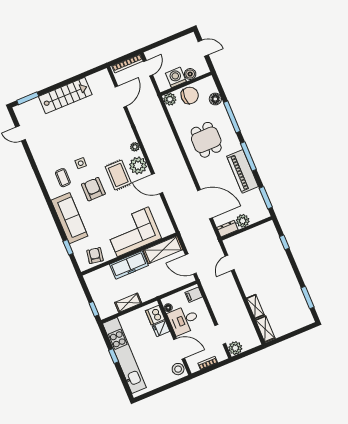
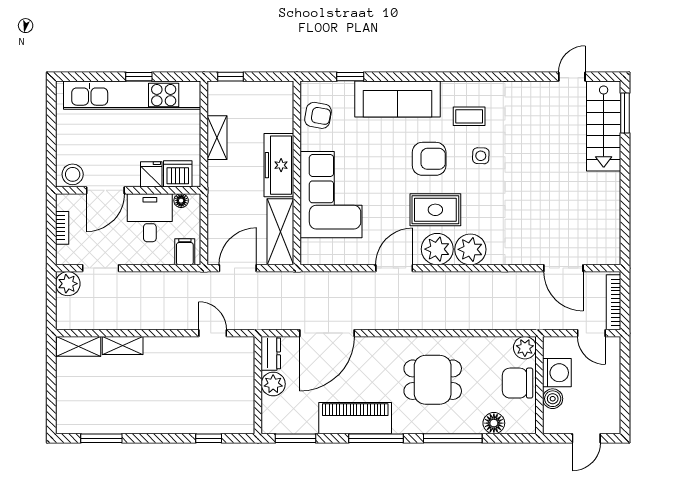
stairs: (65, 95) -> (604, 126), moved
chair: (190, 95) -> (518, 383), turned 90
plant: (135, 147) -> (470, 249), width x1.88, depth x1.88

